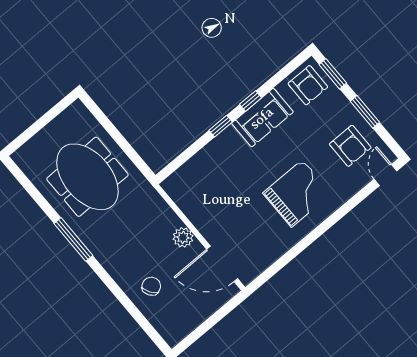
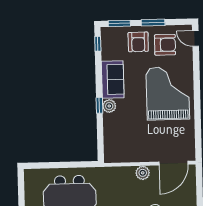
armchair: (308, 85) -> (138, 42), moved, turned 90
window: (251, 101) -> (98, 44), moved
plant: (229, 138) -> (109, 106), added
grand piano: (297, 193) -> (168, 93), width x1.37, depth x1.48

